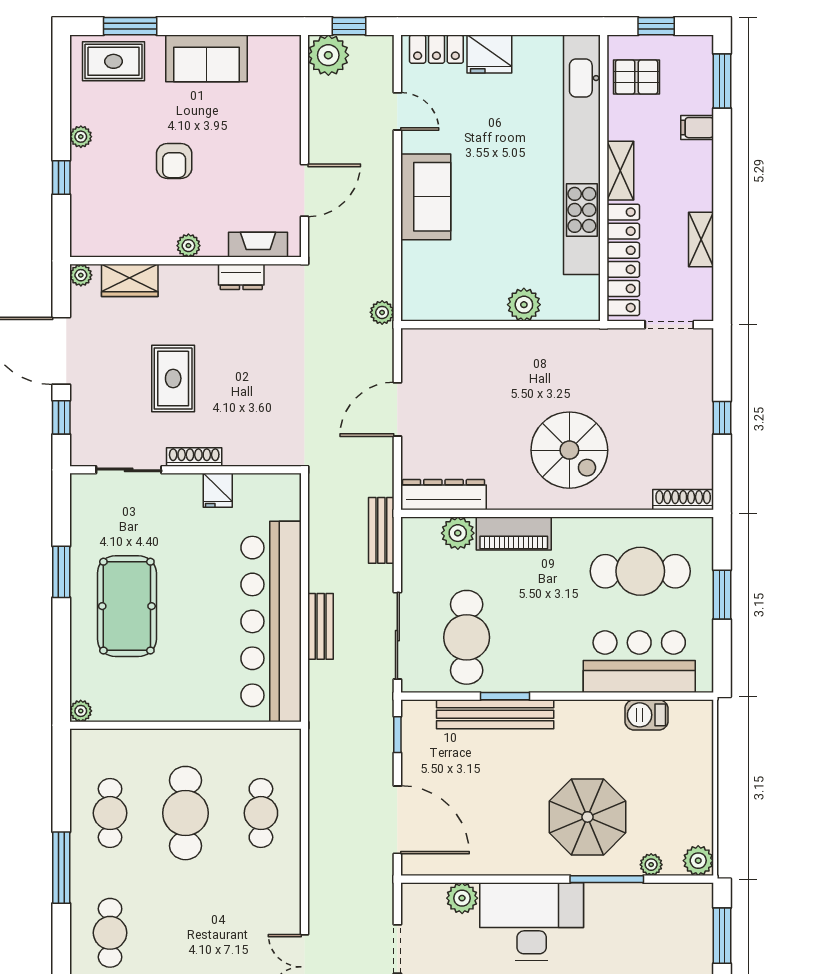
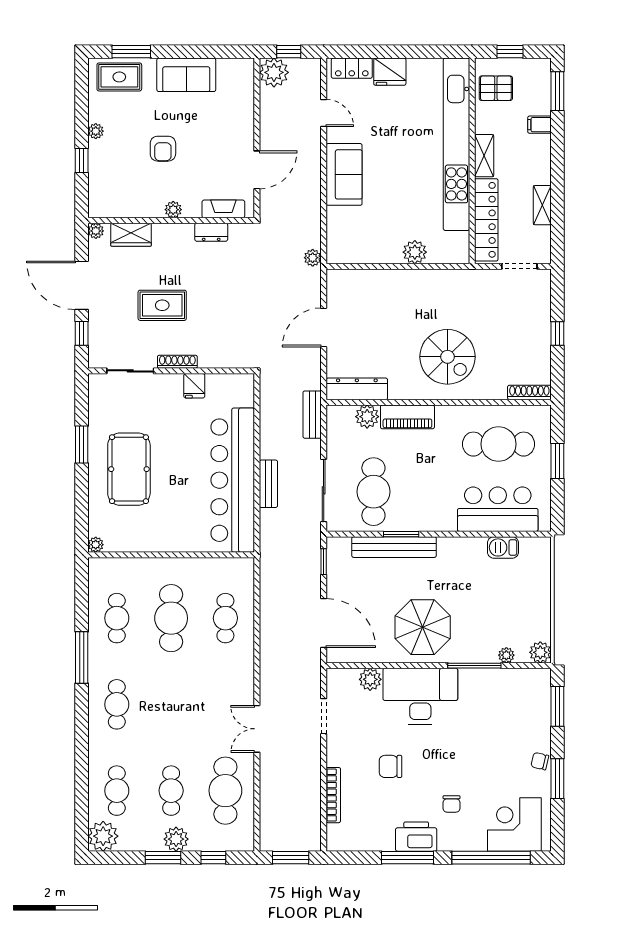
rug: (173, 378) -> (162, 305), turned 90
parasol: (588, 817) -> (423, 627), moved

